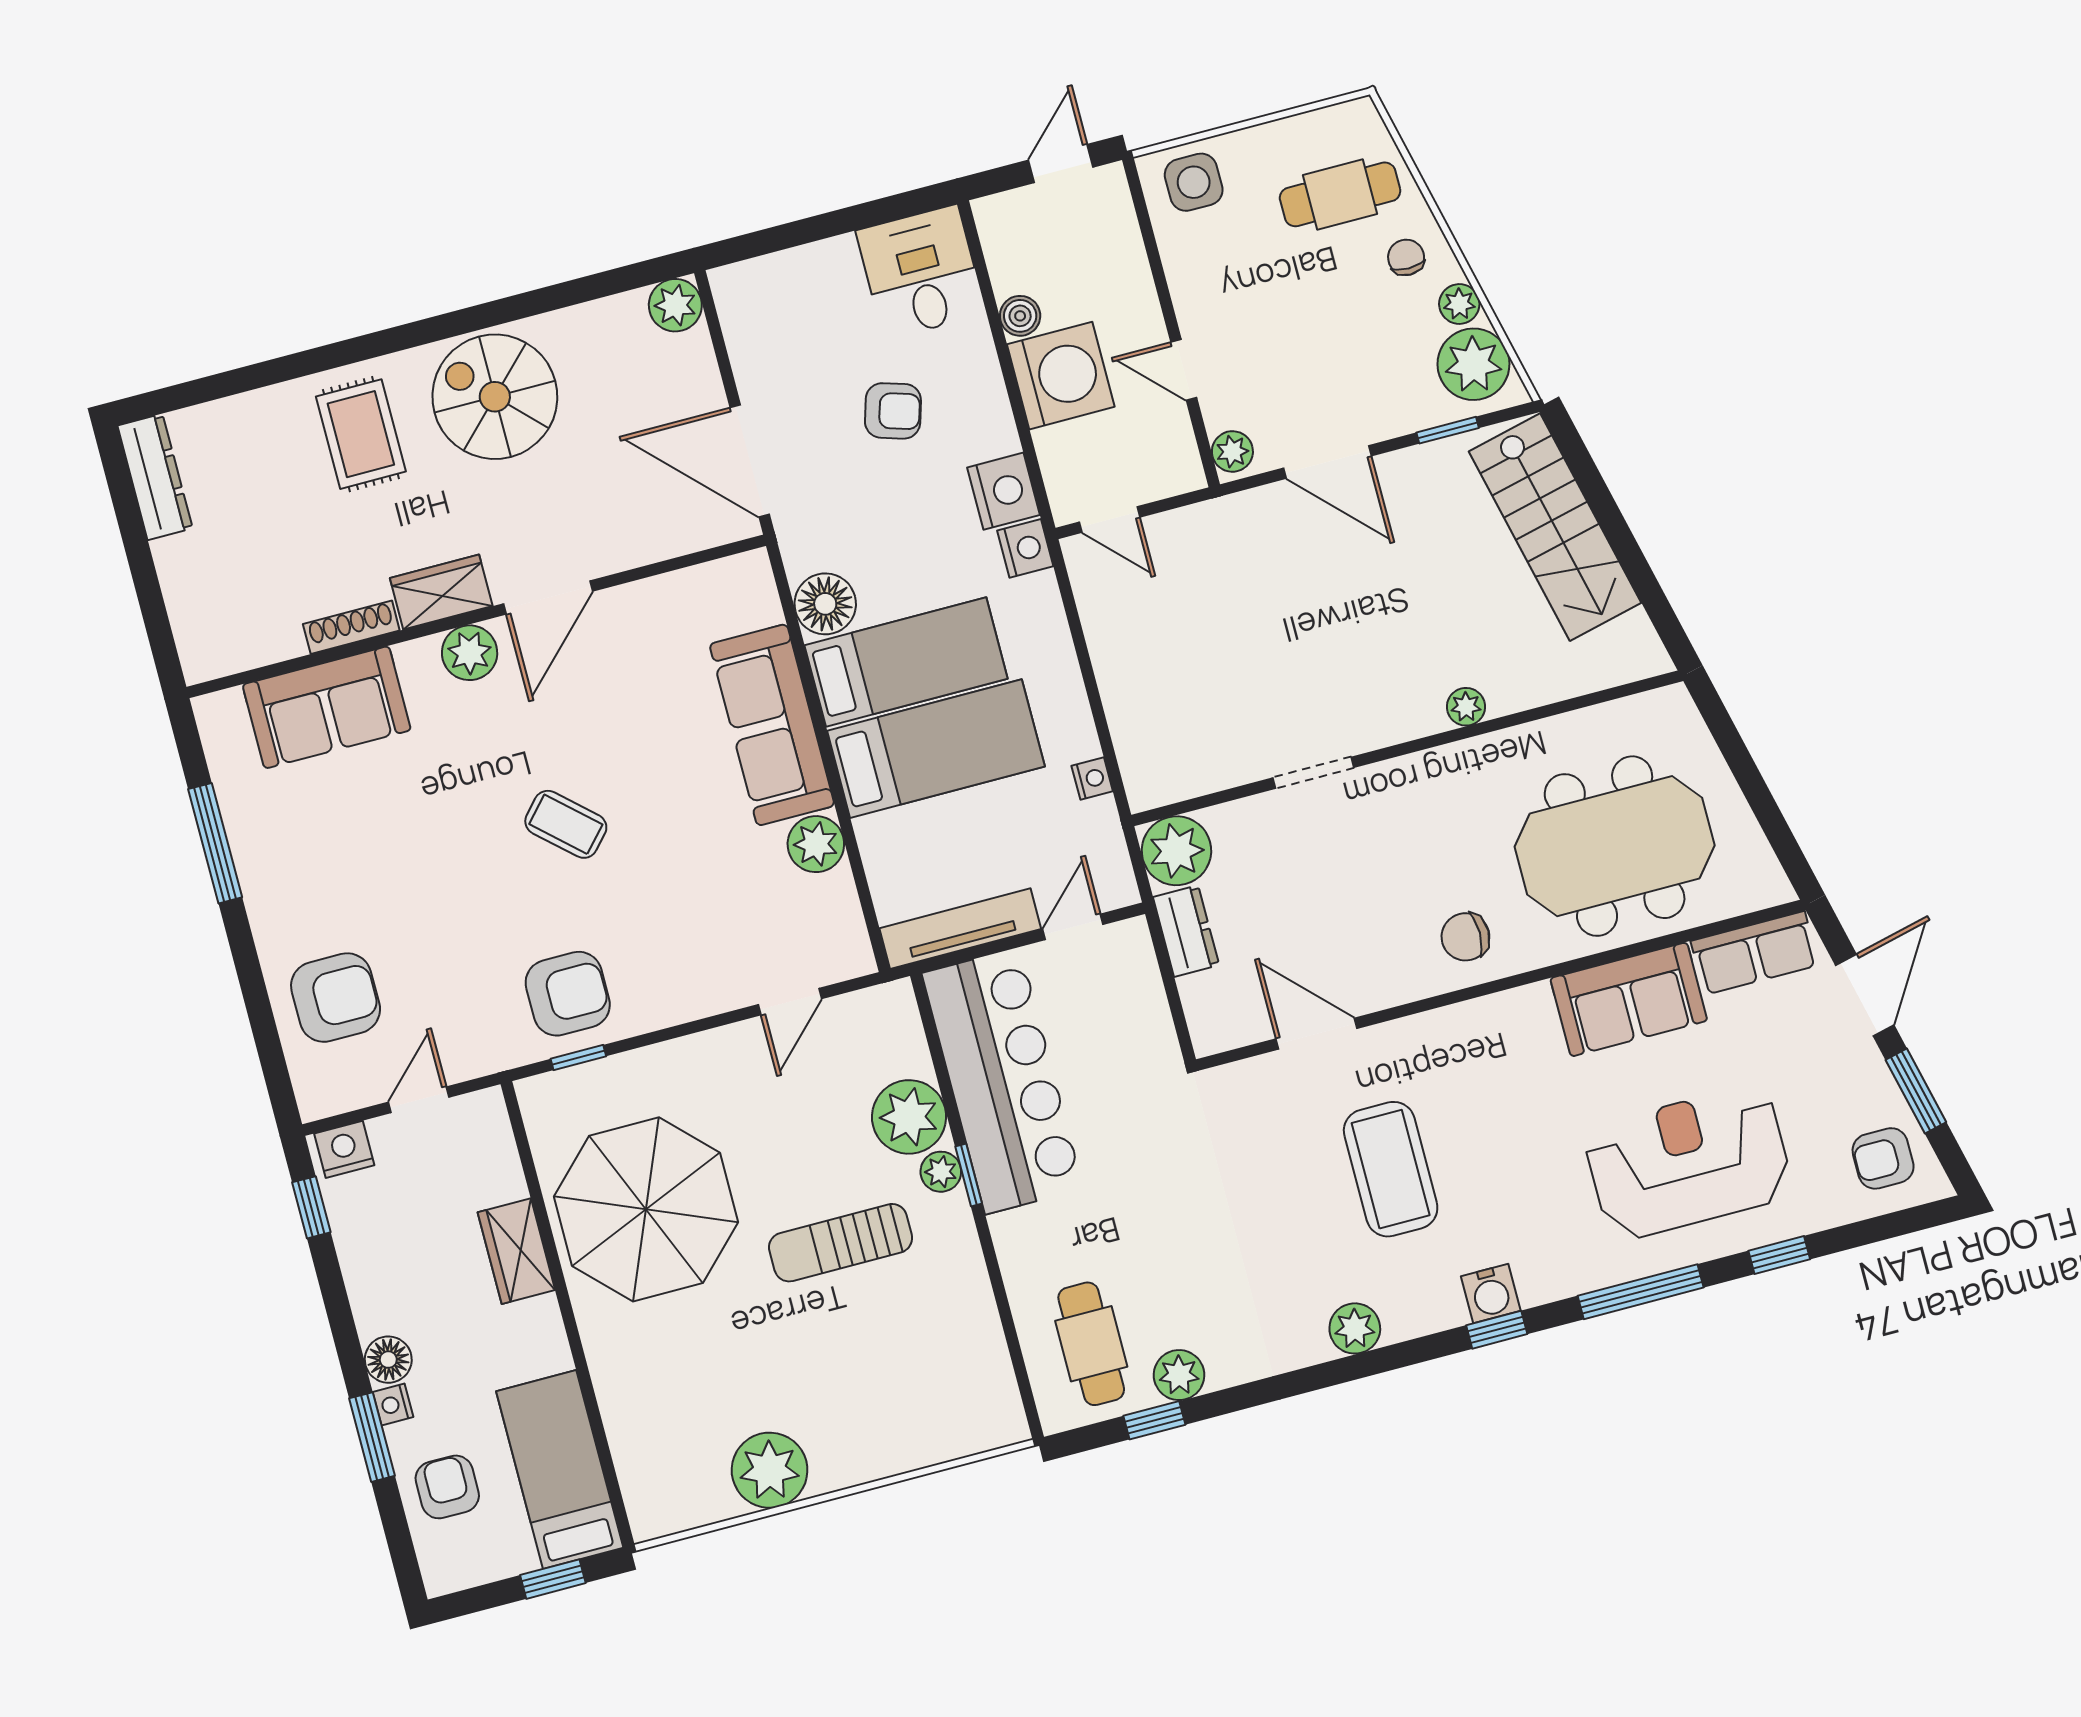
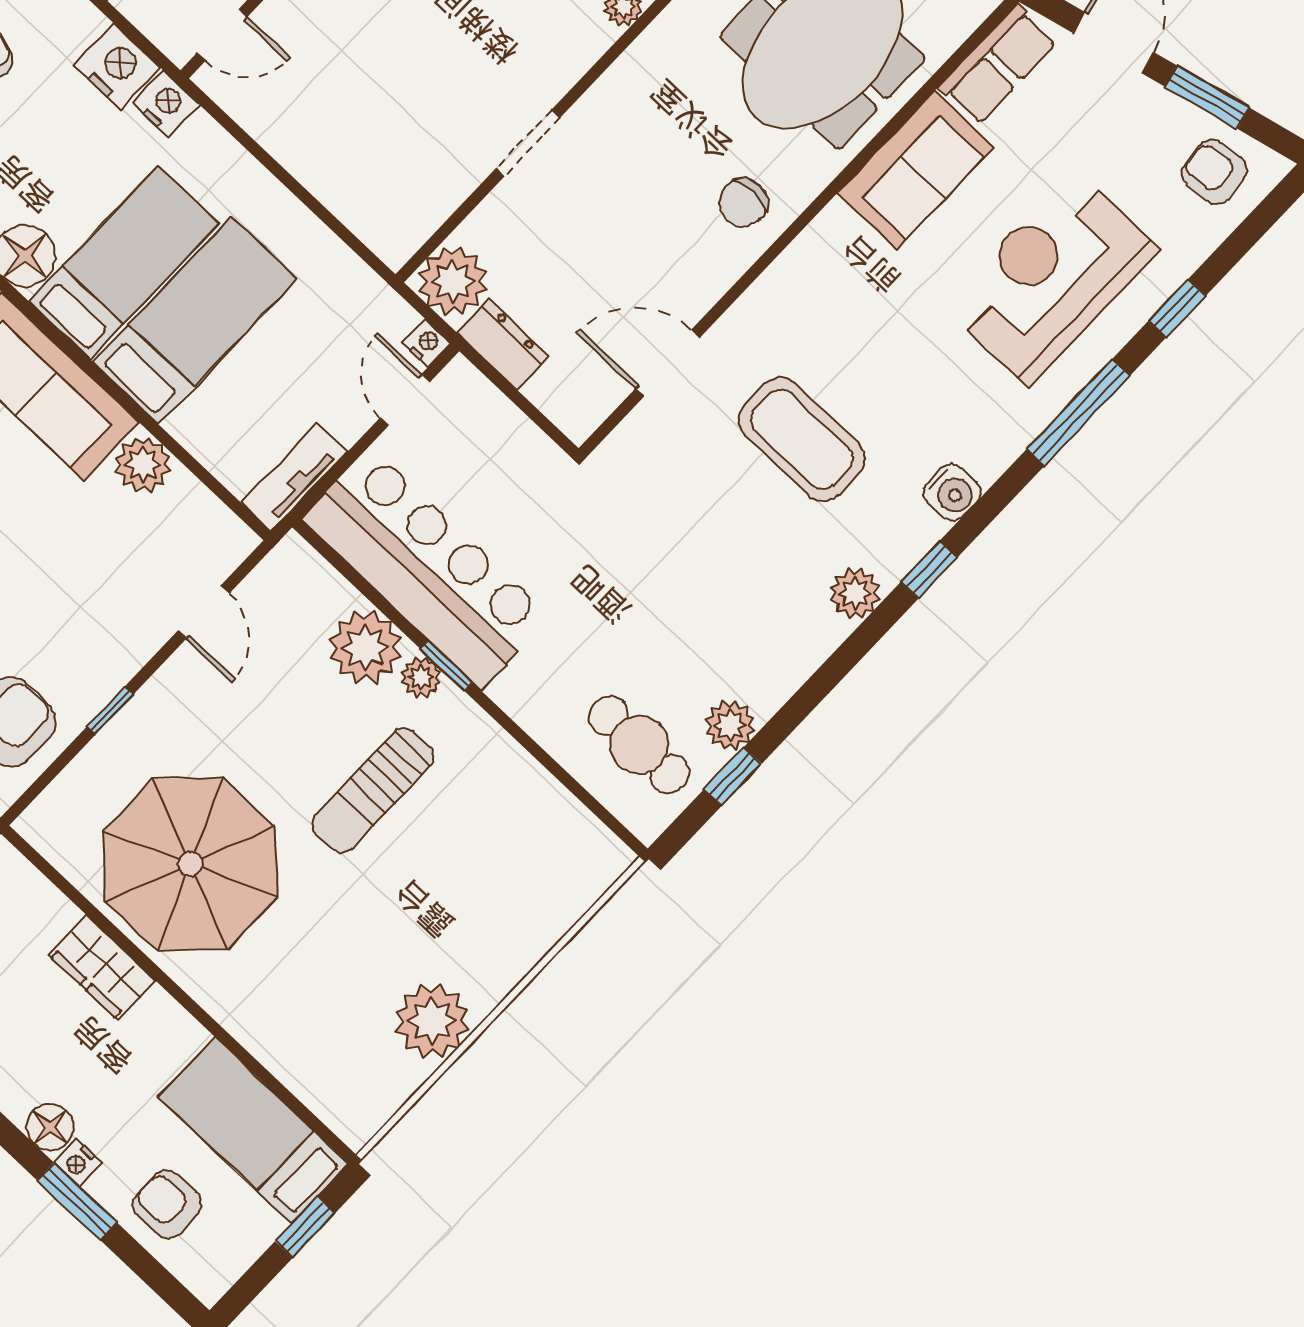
nightstand: (1092, 779) -> (427, 343), moved
tv unit: (960, 929) -> (294, 477), width x0.71
window: (578, 1058) -> (110, 711), moved
armchair: (1883, 1158) -> (1215, 172), turned 84
window: (1497, 1330) -> (929, 570), moved

